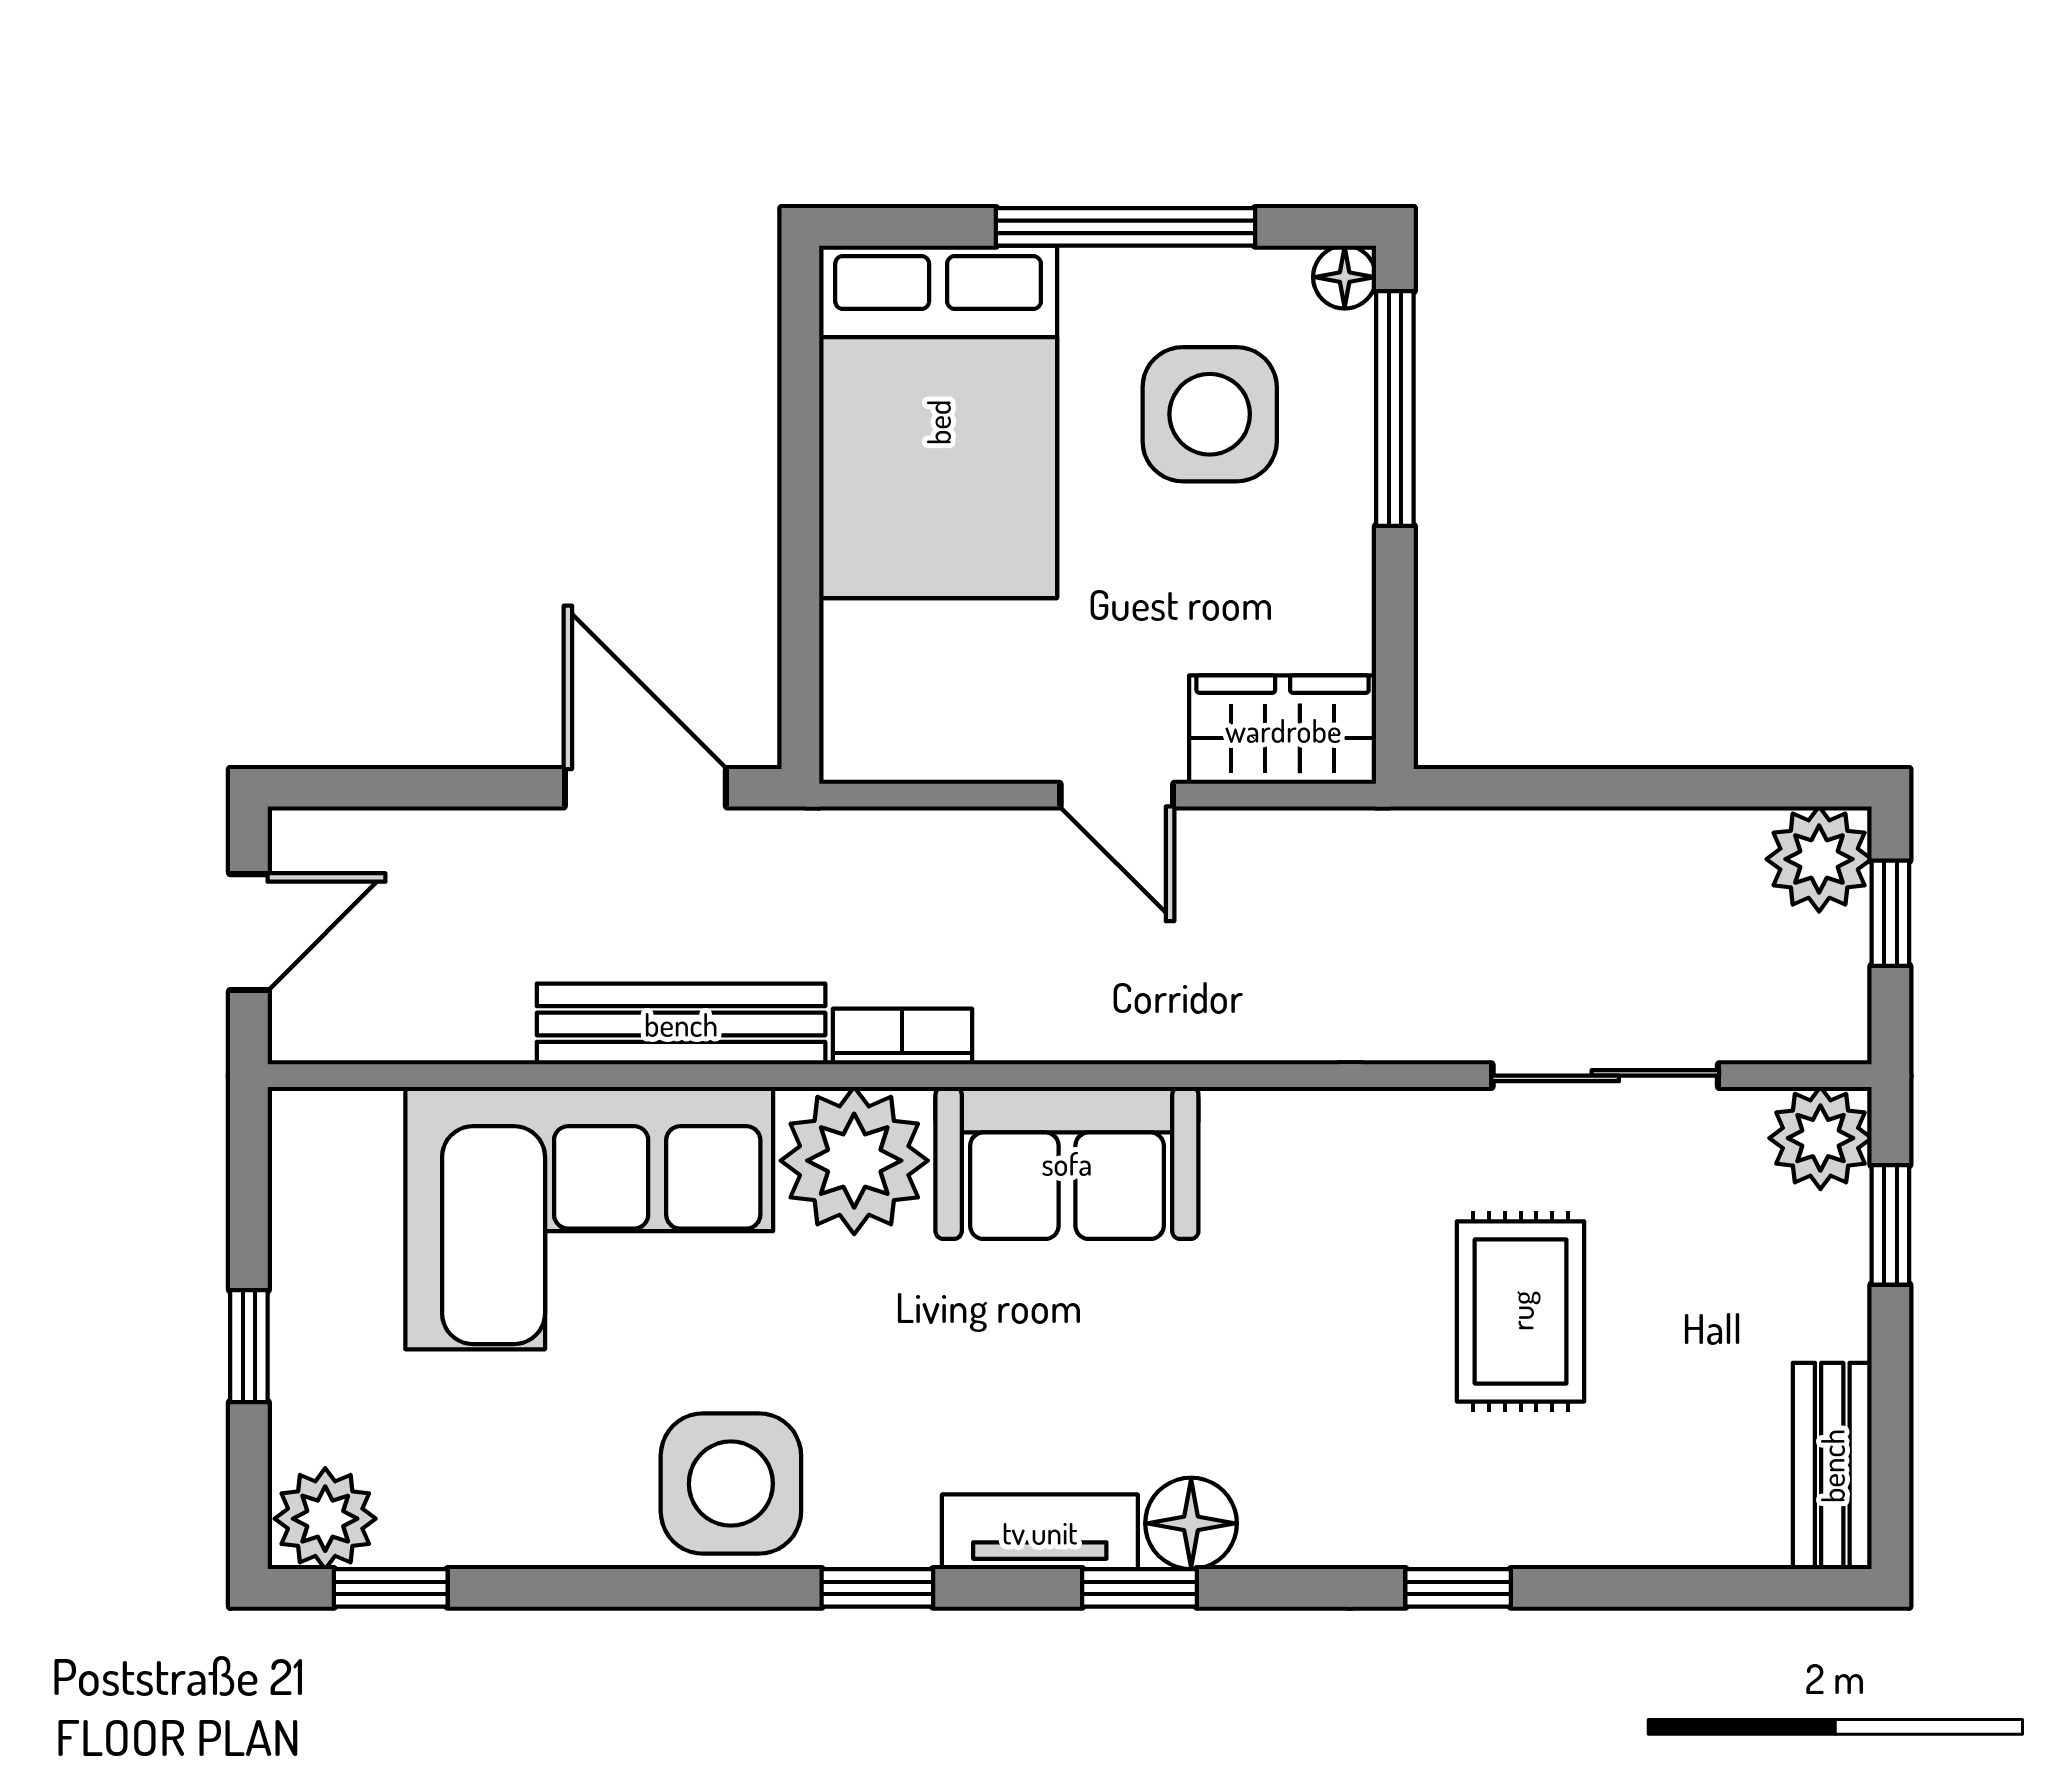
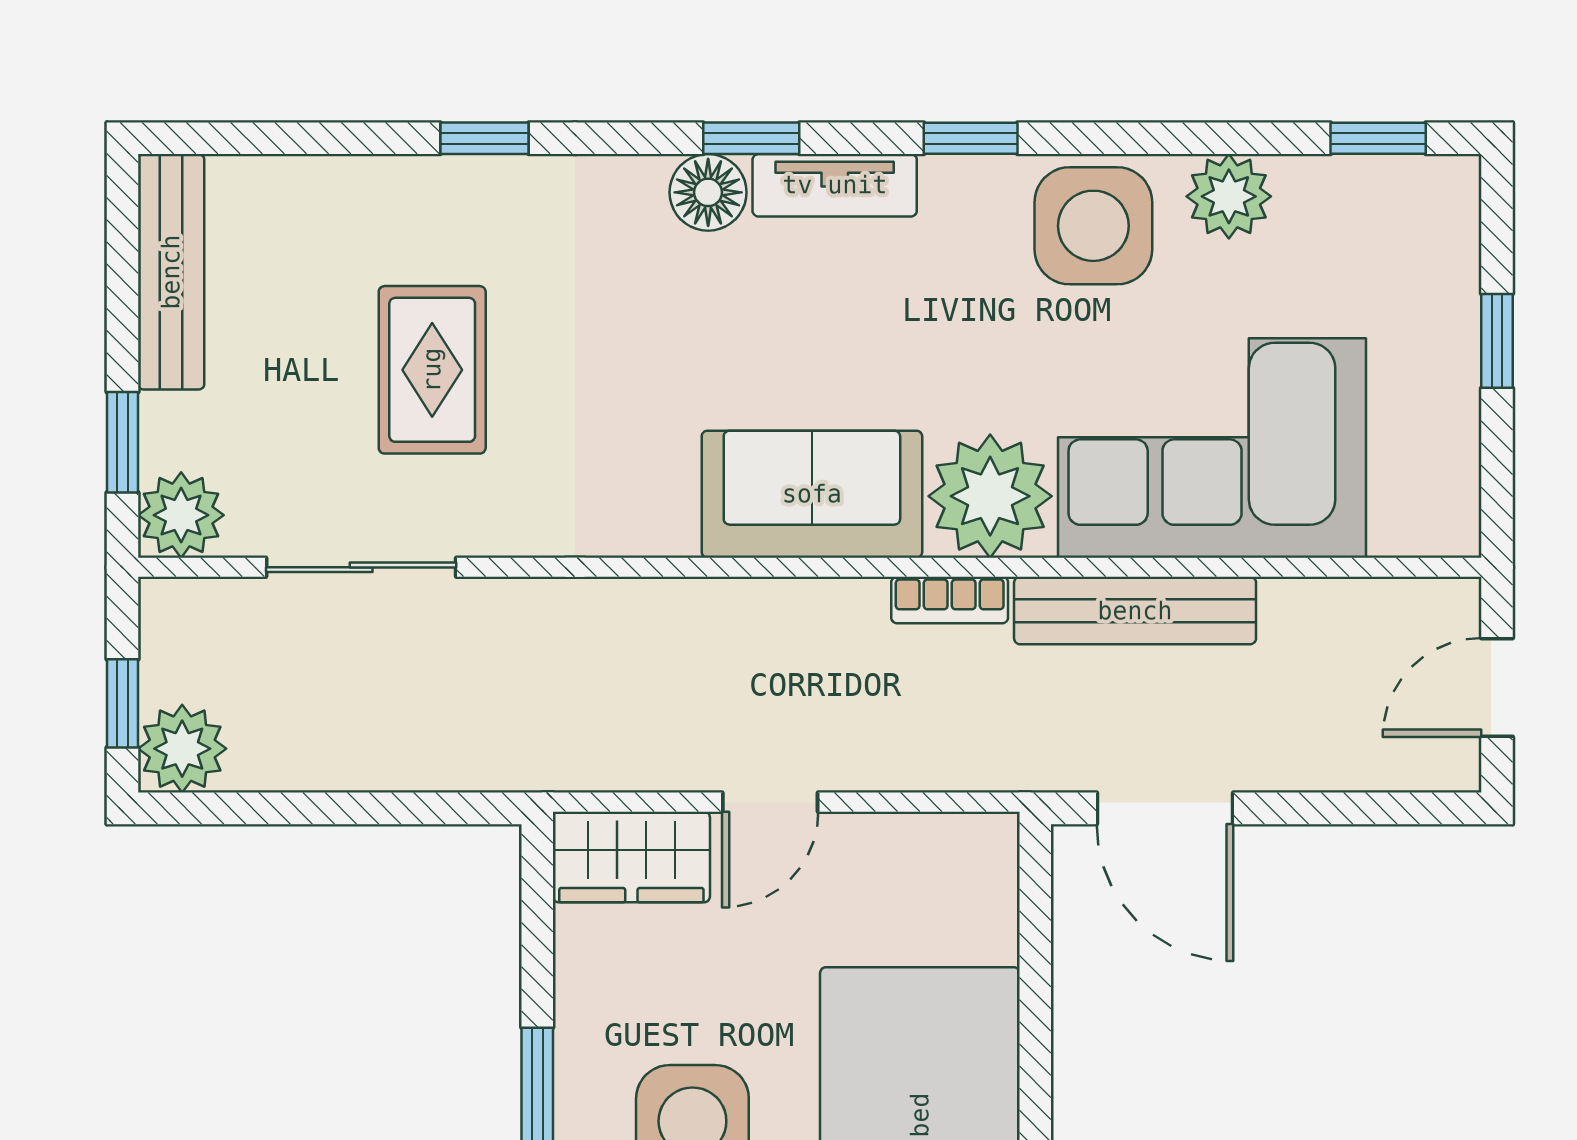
door: (1117, 795) -> (770, 802), swing flipped
bench: (1832, 1466) -> (171, 272), width x1.36
plant: (325, 1519) -> (1229, 196), moved

